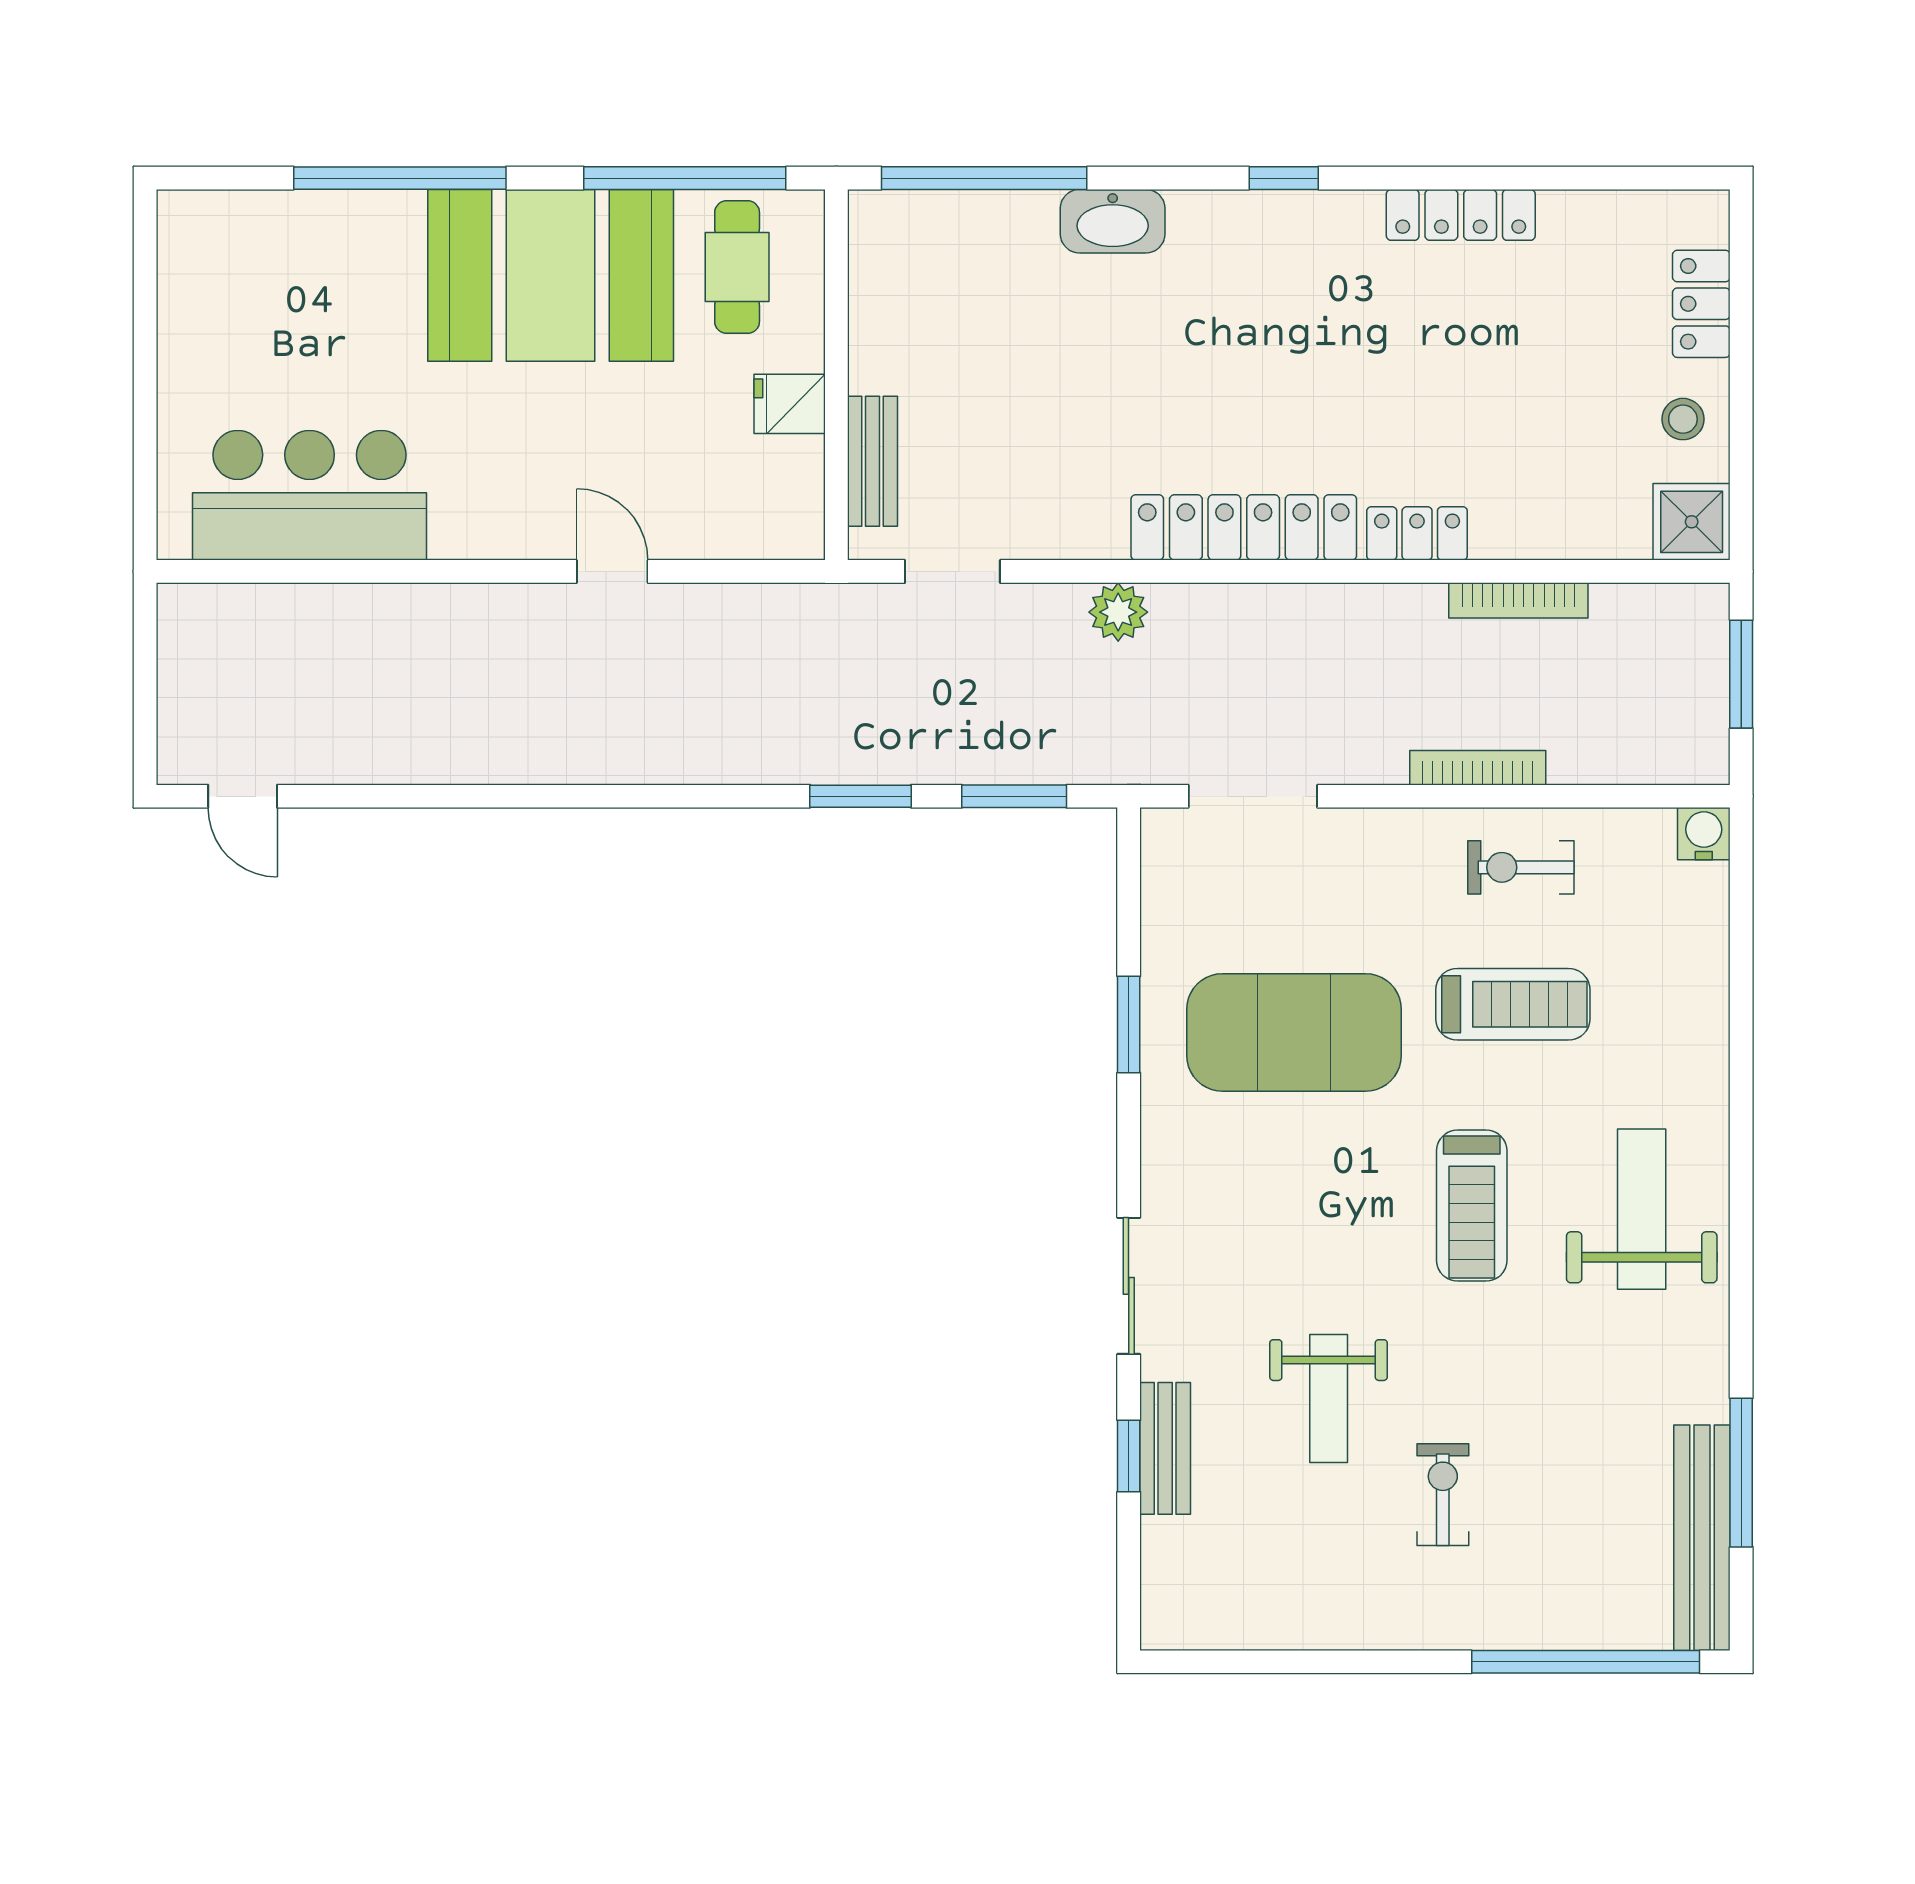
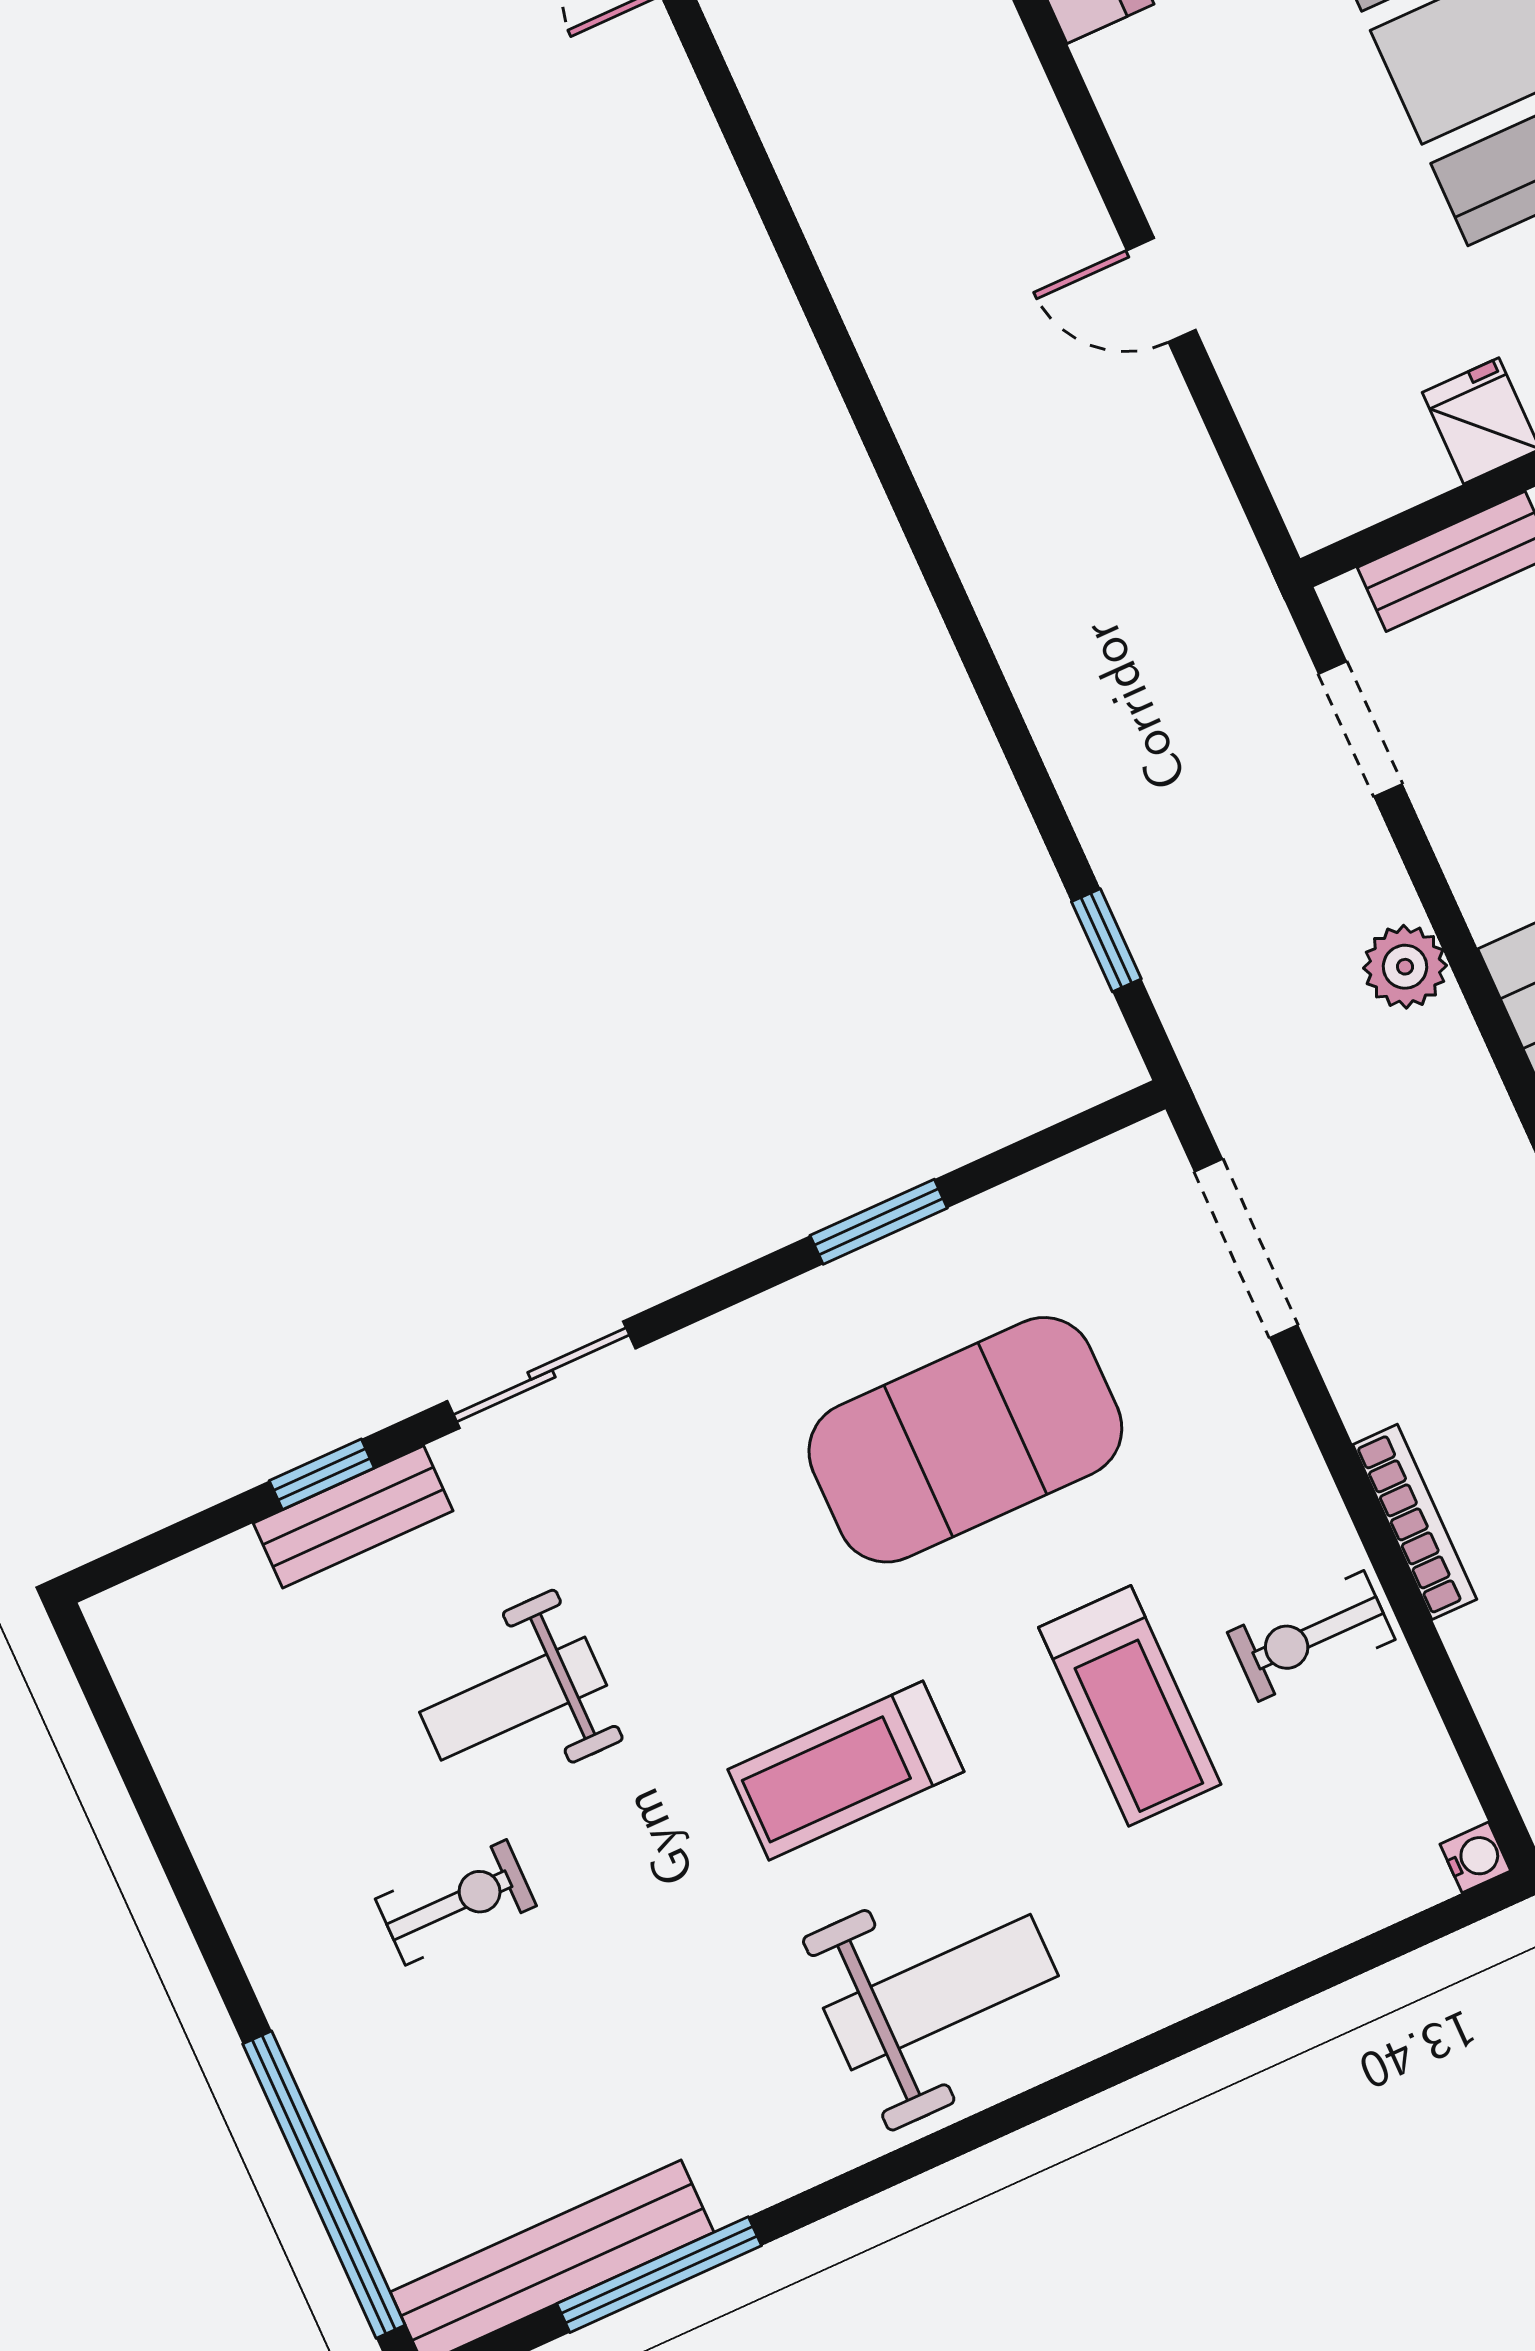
door: (612, 571) -> (1161, 290), swing flipped
window: (861, 796) -> (1016, 742), removed
window: (1014, 796) -> (1106, 940), width x0.67
water cooler: (1704, 834) -> (1475, 1857), width x0.72, depth x0.72
exercise bike: (1521, 867) -> (1311, 1636), turned -90
exercise mat: (1294, 1032) -> (965, 1440), turned 90

